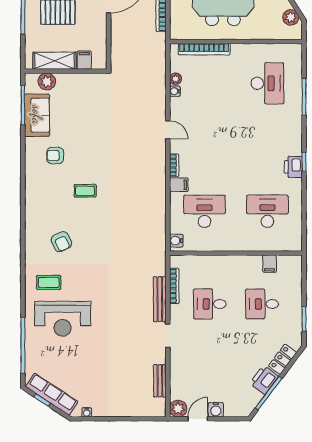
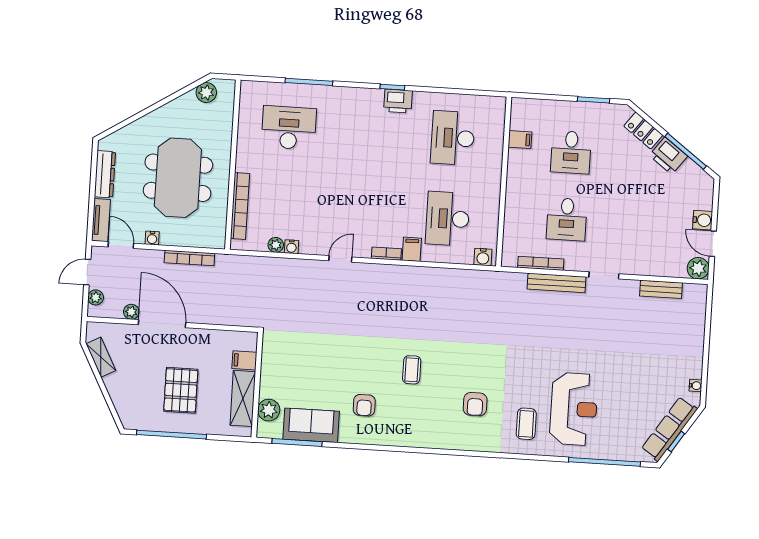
armchair: (61, 242) -> (475, 404), turned 115

